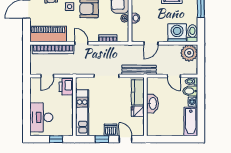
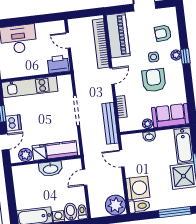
bench: (139, 70) -> (110, 123), moved
door: (174, 76) -> (85, 177), moved
plant: (138, 123) -> (25, 155), added

